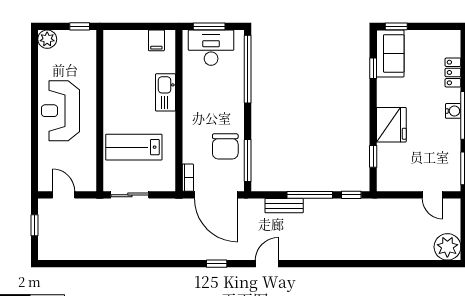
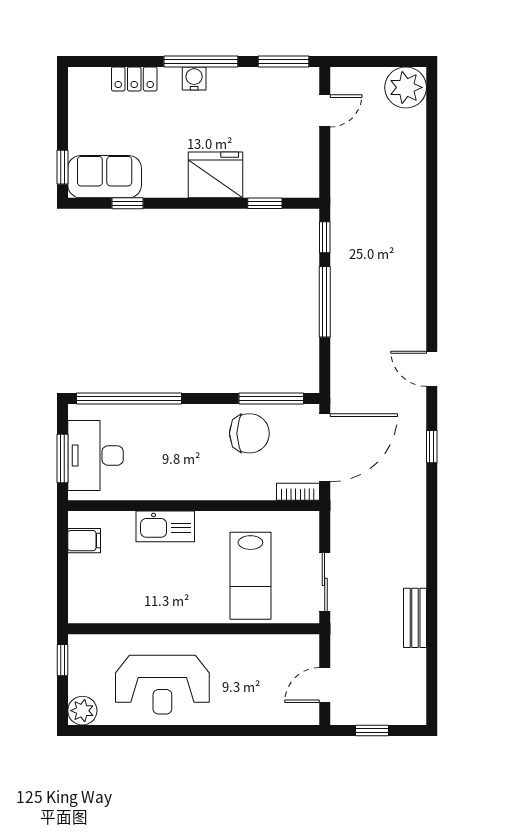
reception desk: (60, 111) -> (162, 685), moved
bench: (284, 206) -> (415, 618), moved

